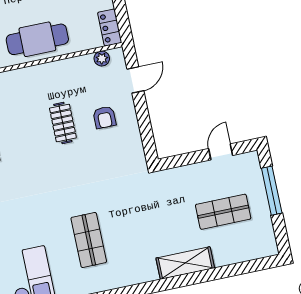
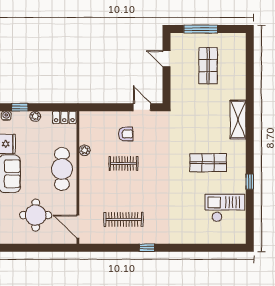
plant: (102, 59) -> (85, 150), moved
door: (135, 80) -> (142, 107), moved
shelving: (185, 263) -> (238, 120), moved

